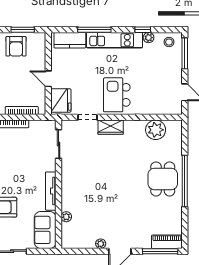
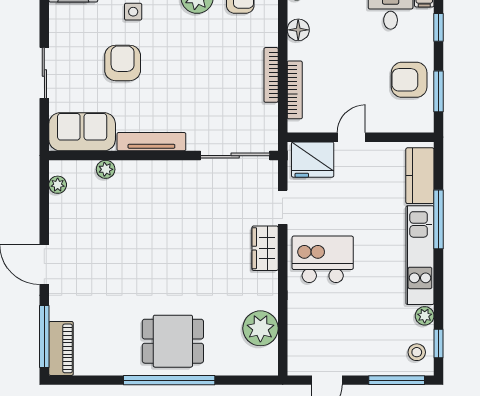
window: (143, 30) -> (439, 344), moved
sliding door: (59, 144) -> (235, 156), width x1.37
plant: (101, 244) -> (58, 185), moved

